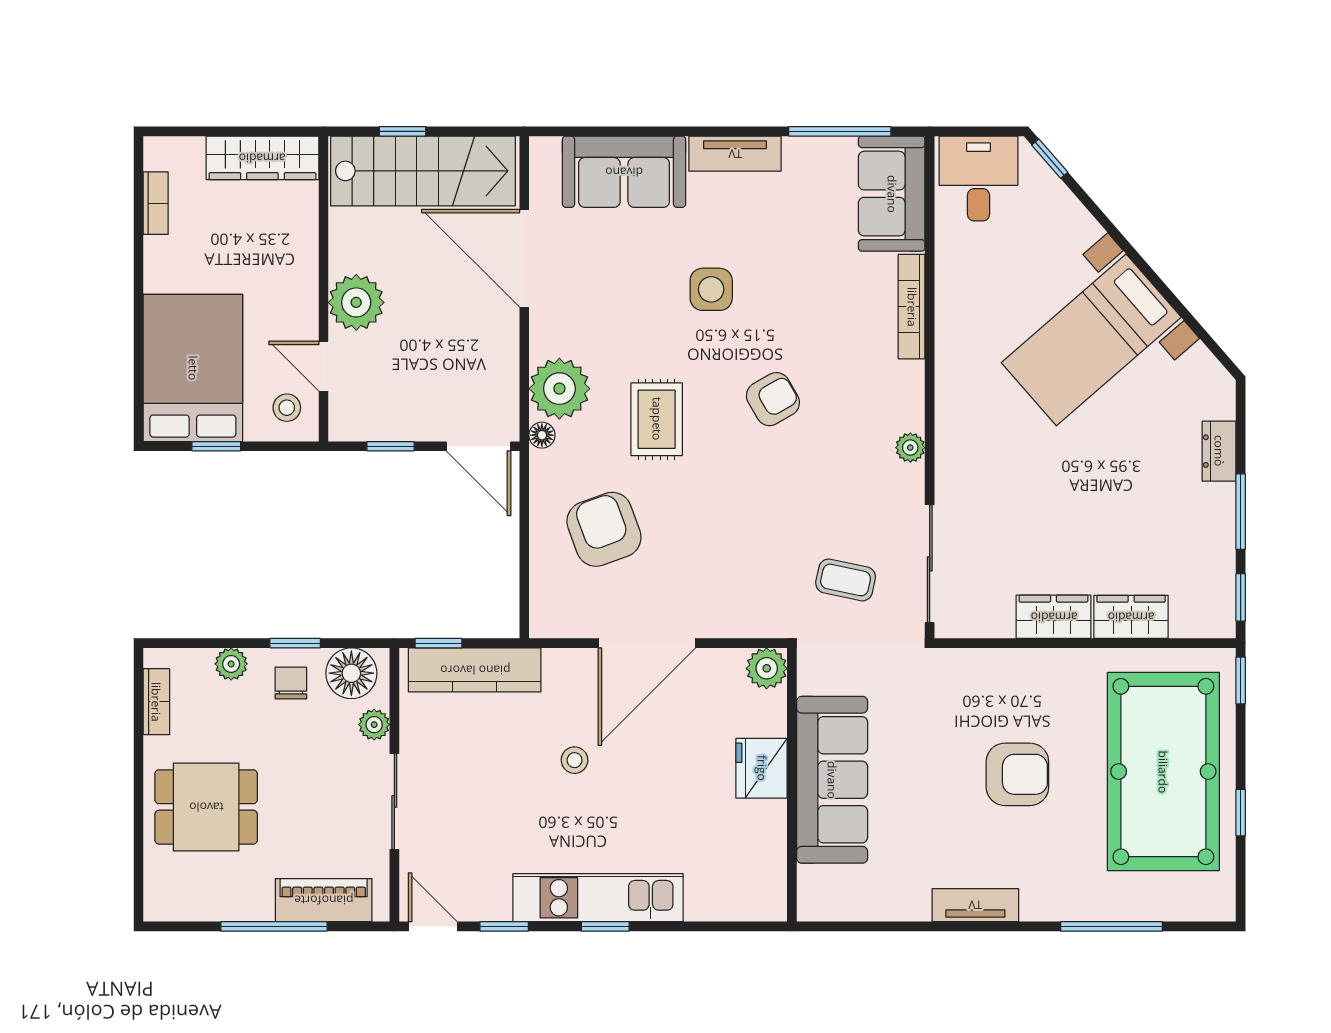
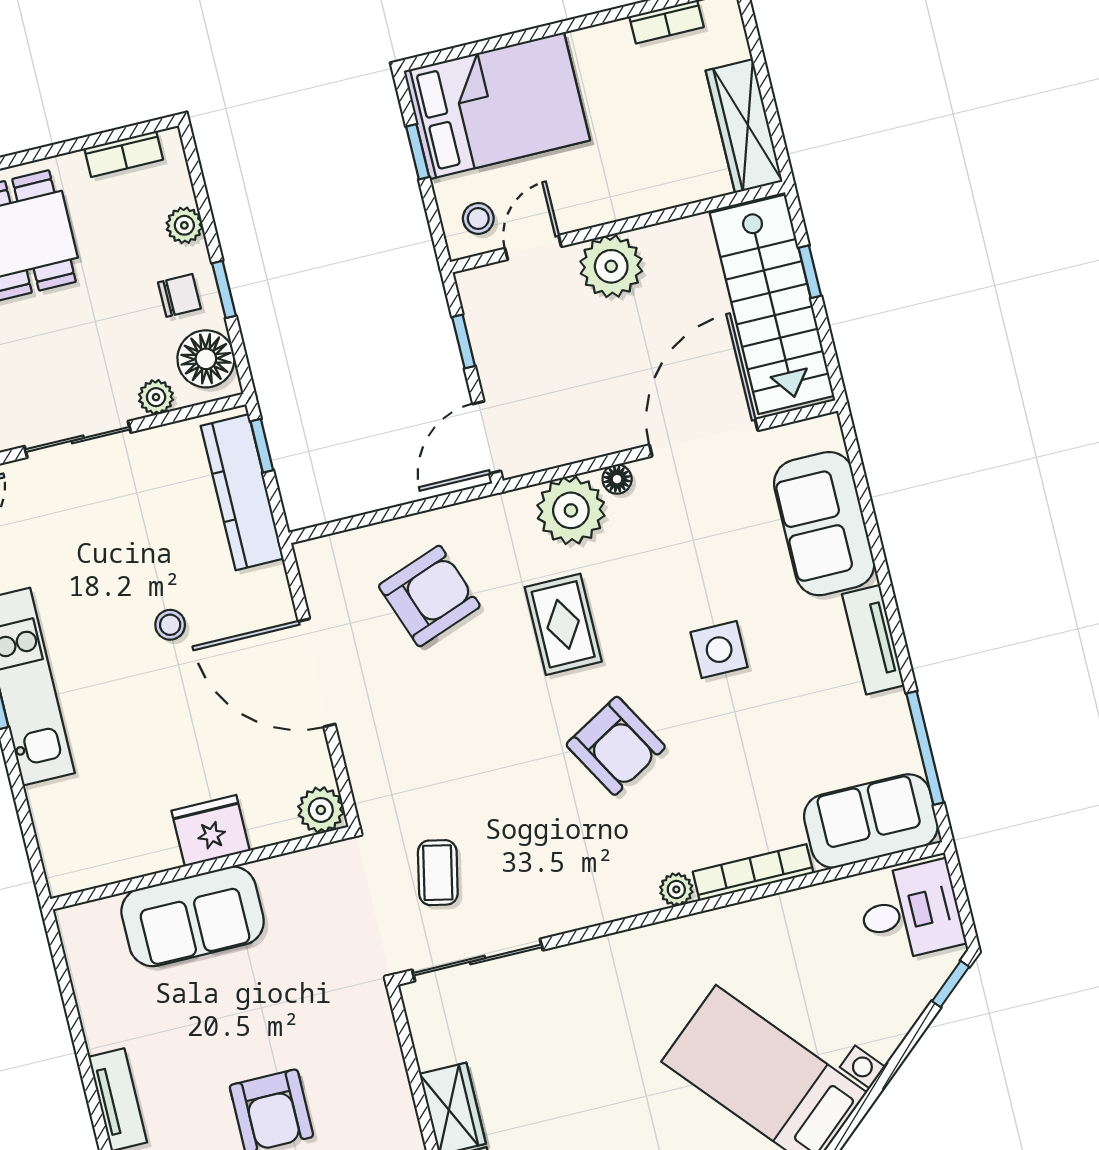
armchair: (773, 399) -> (616, 746), width x1.38, depth x1.38
rug: (657, 419) -> (563, 624), turned 90
floor lamp: (542, 435) -> (617, 479), moved
plant: (910, 448) -> (676, 889), moved
sofa: (832, 780) -> (193, 916), width x0.73

